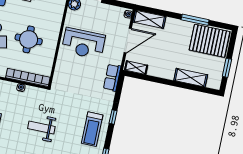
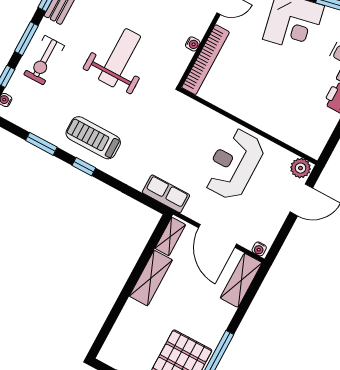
round table: (29, 39) -> (266, 79), removed
shelving: (191, 78) -> (151, 278), moved
window: (113, 117) -> (84, 167), moved
weight bench: (41, 127) -> (120, 58), width x1.36, depth x1.33

